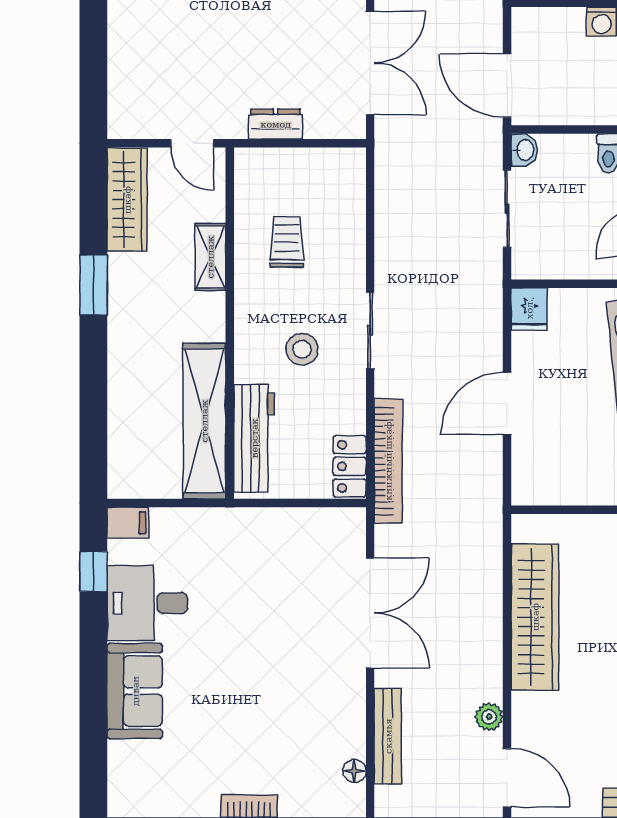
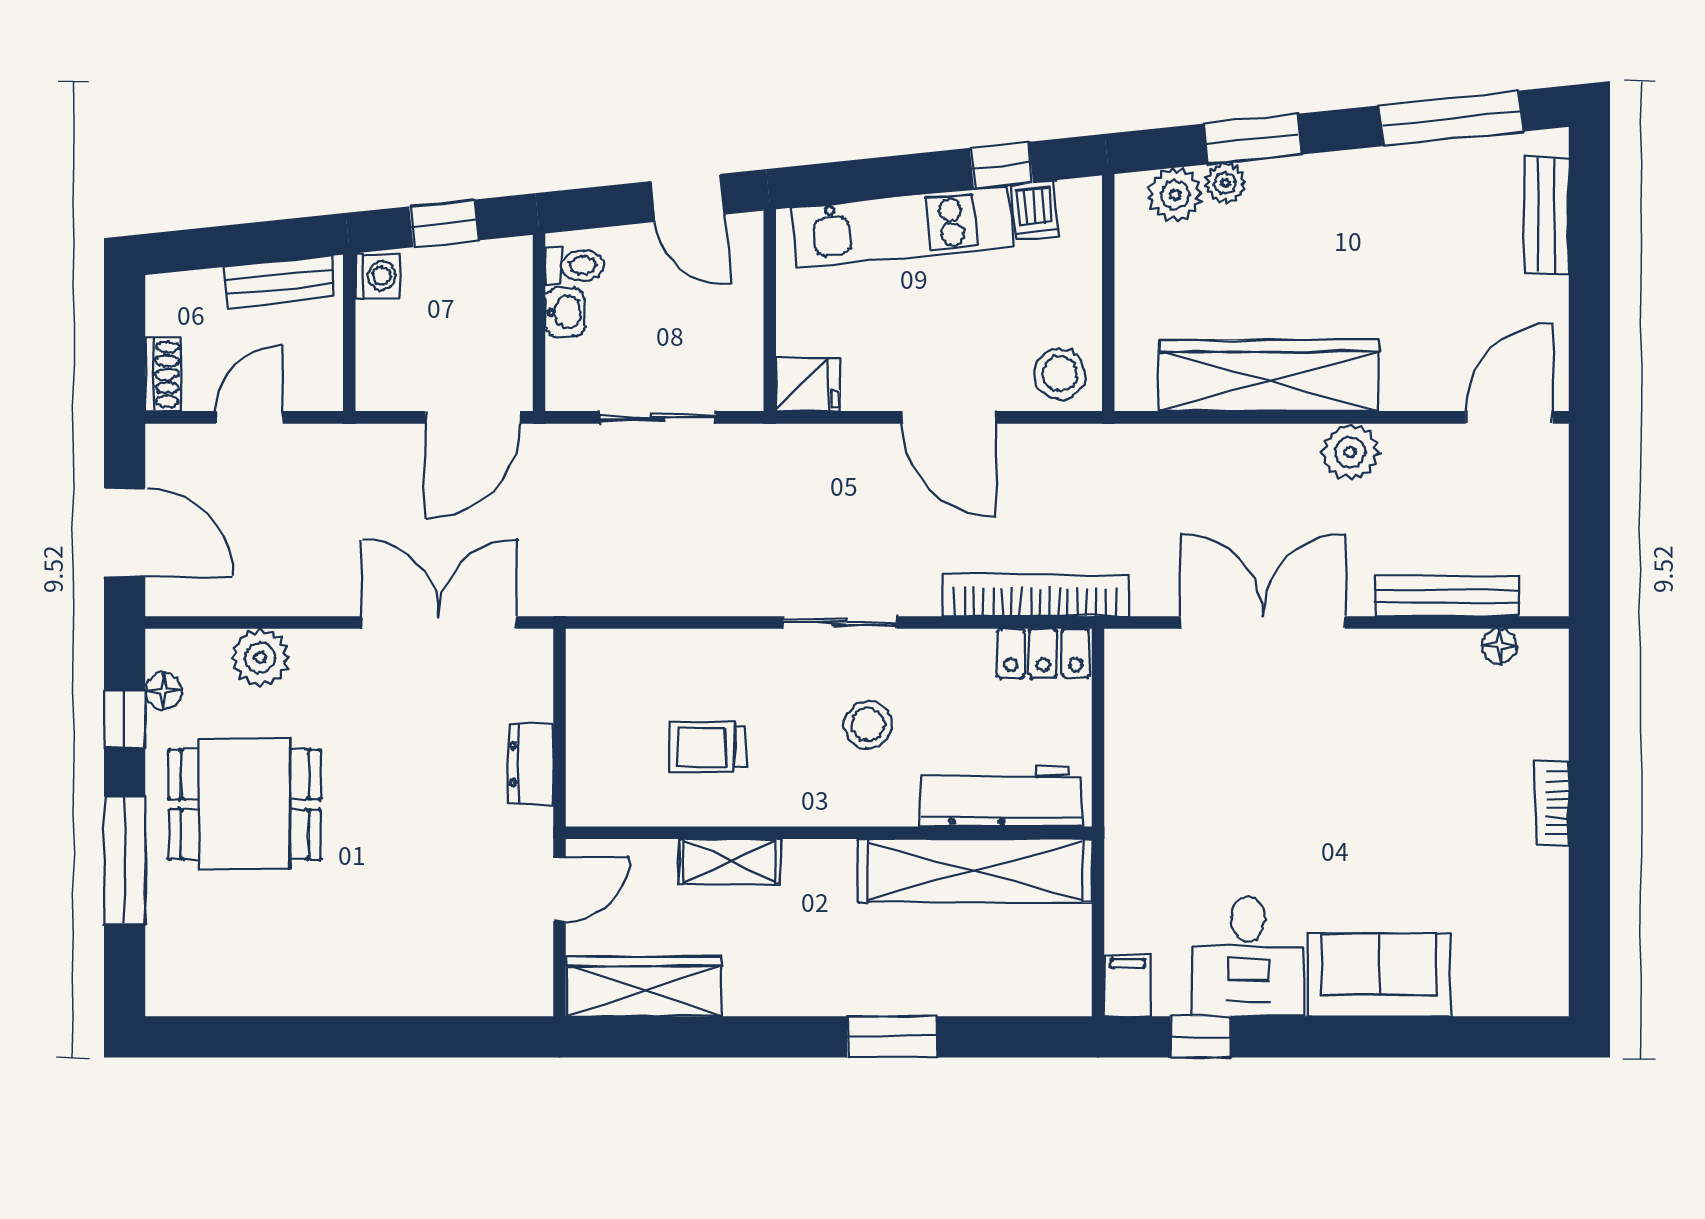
washbasin: (524, 150) -> (565, 312), moved, turned 90
window: (93, 285) -> (892, 1037), moved
stool: (536, 477) -> (1060, 374), added
plant: (489, 717) -> (1350, 452), moved, width x1.38, depth x1.38

